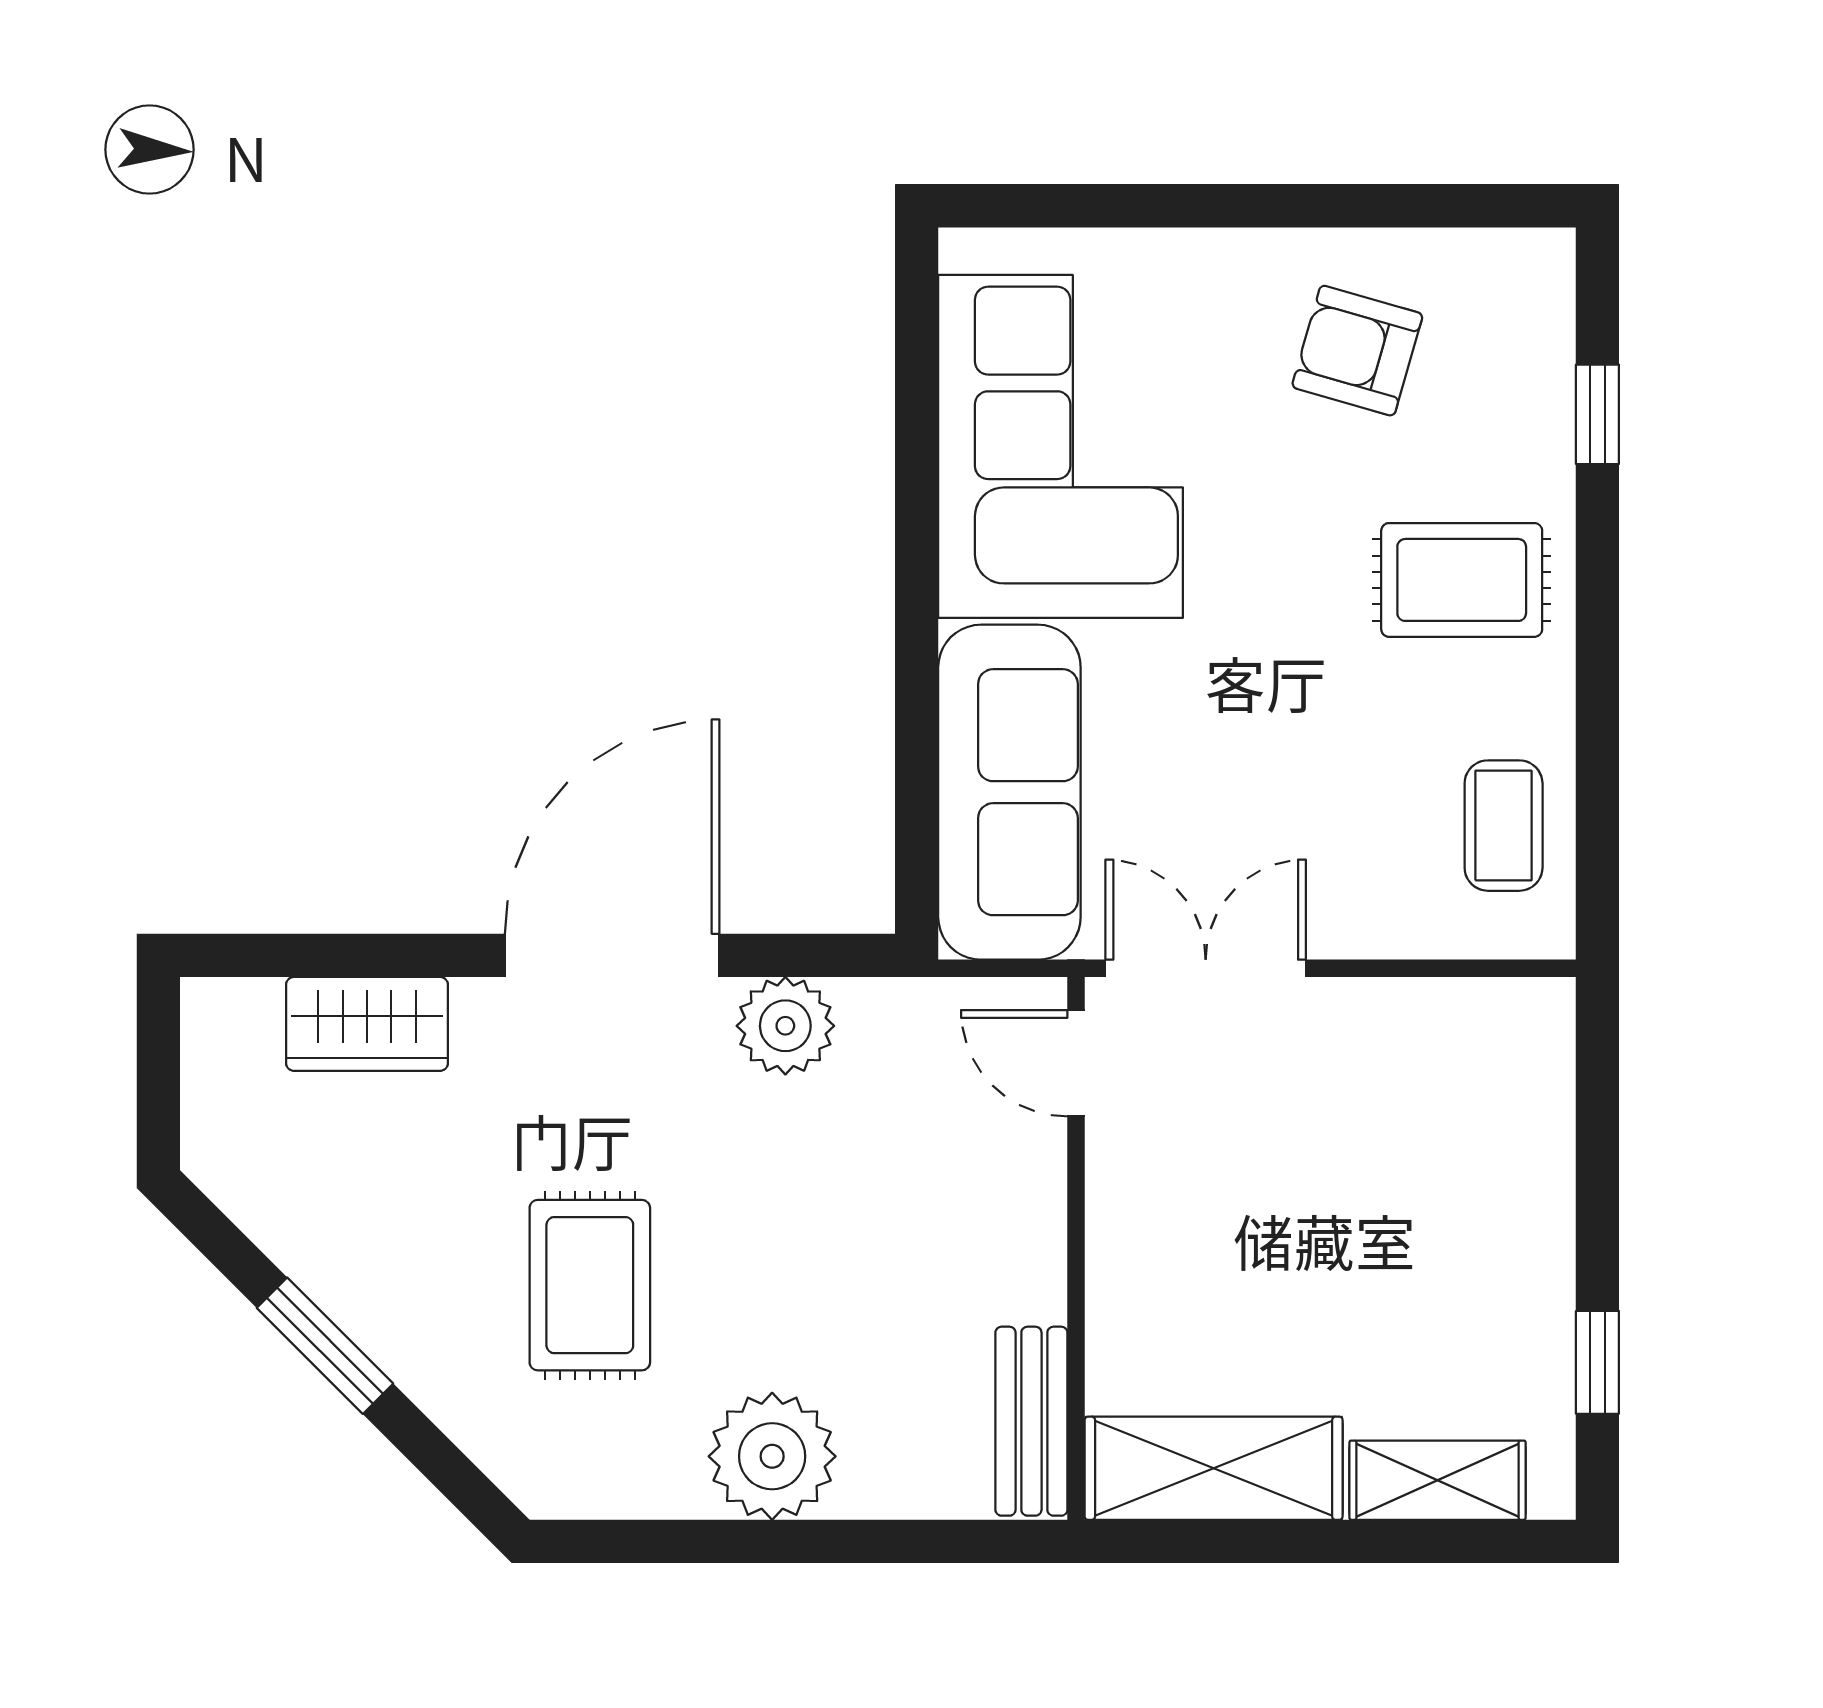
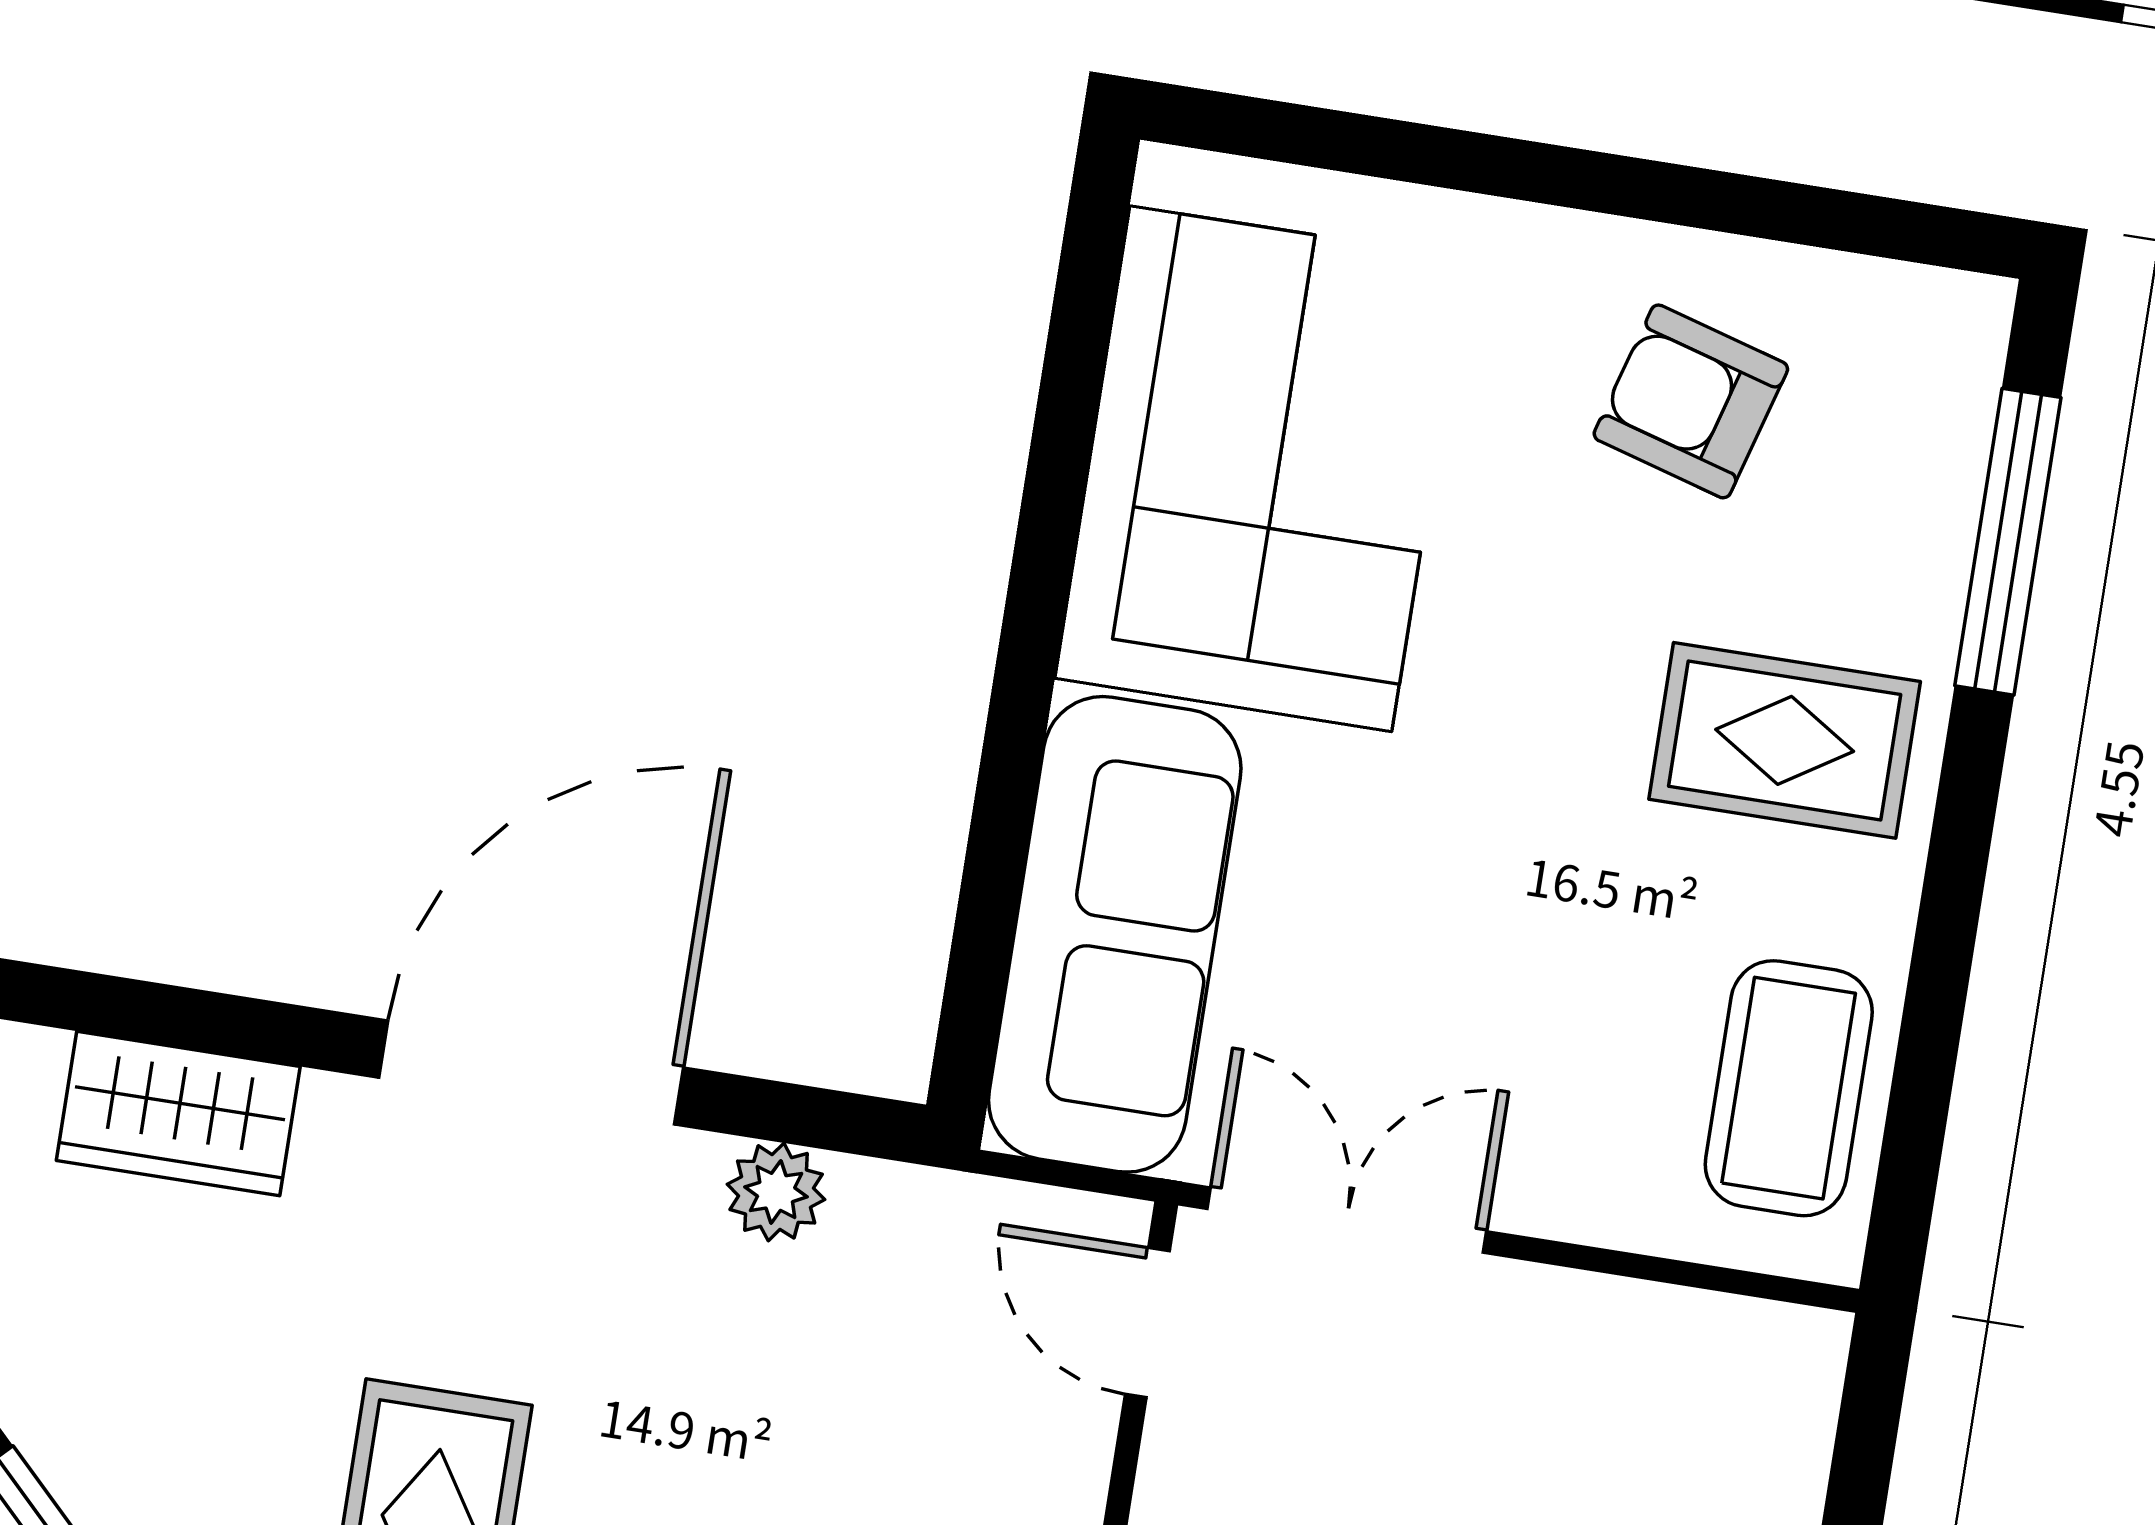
window: (1597, 414) -> (2008, 542), width x2.17
coffee table: (1504, 826) -> (1789, 1088), width x1.36, depth x1.30
plant: (785, 1026) -> (776, 1192), width x0.73, depth x0.73

